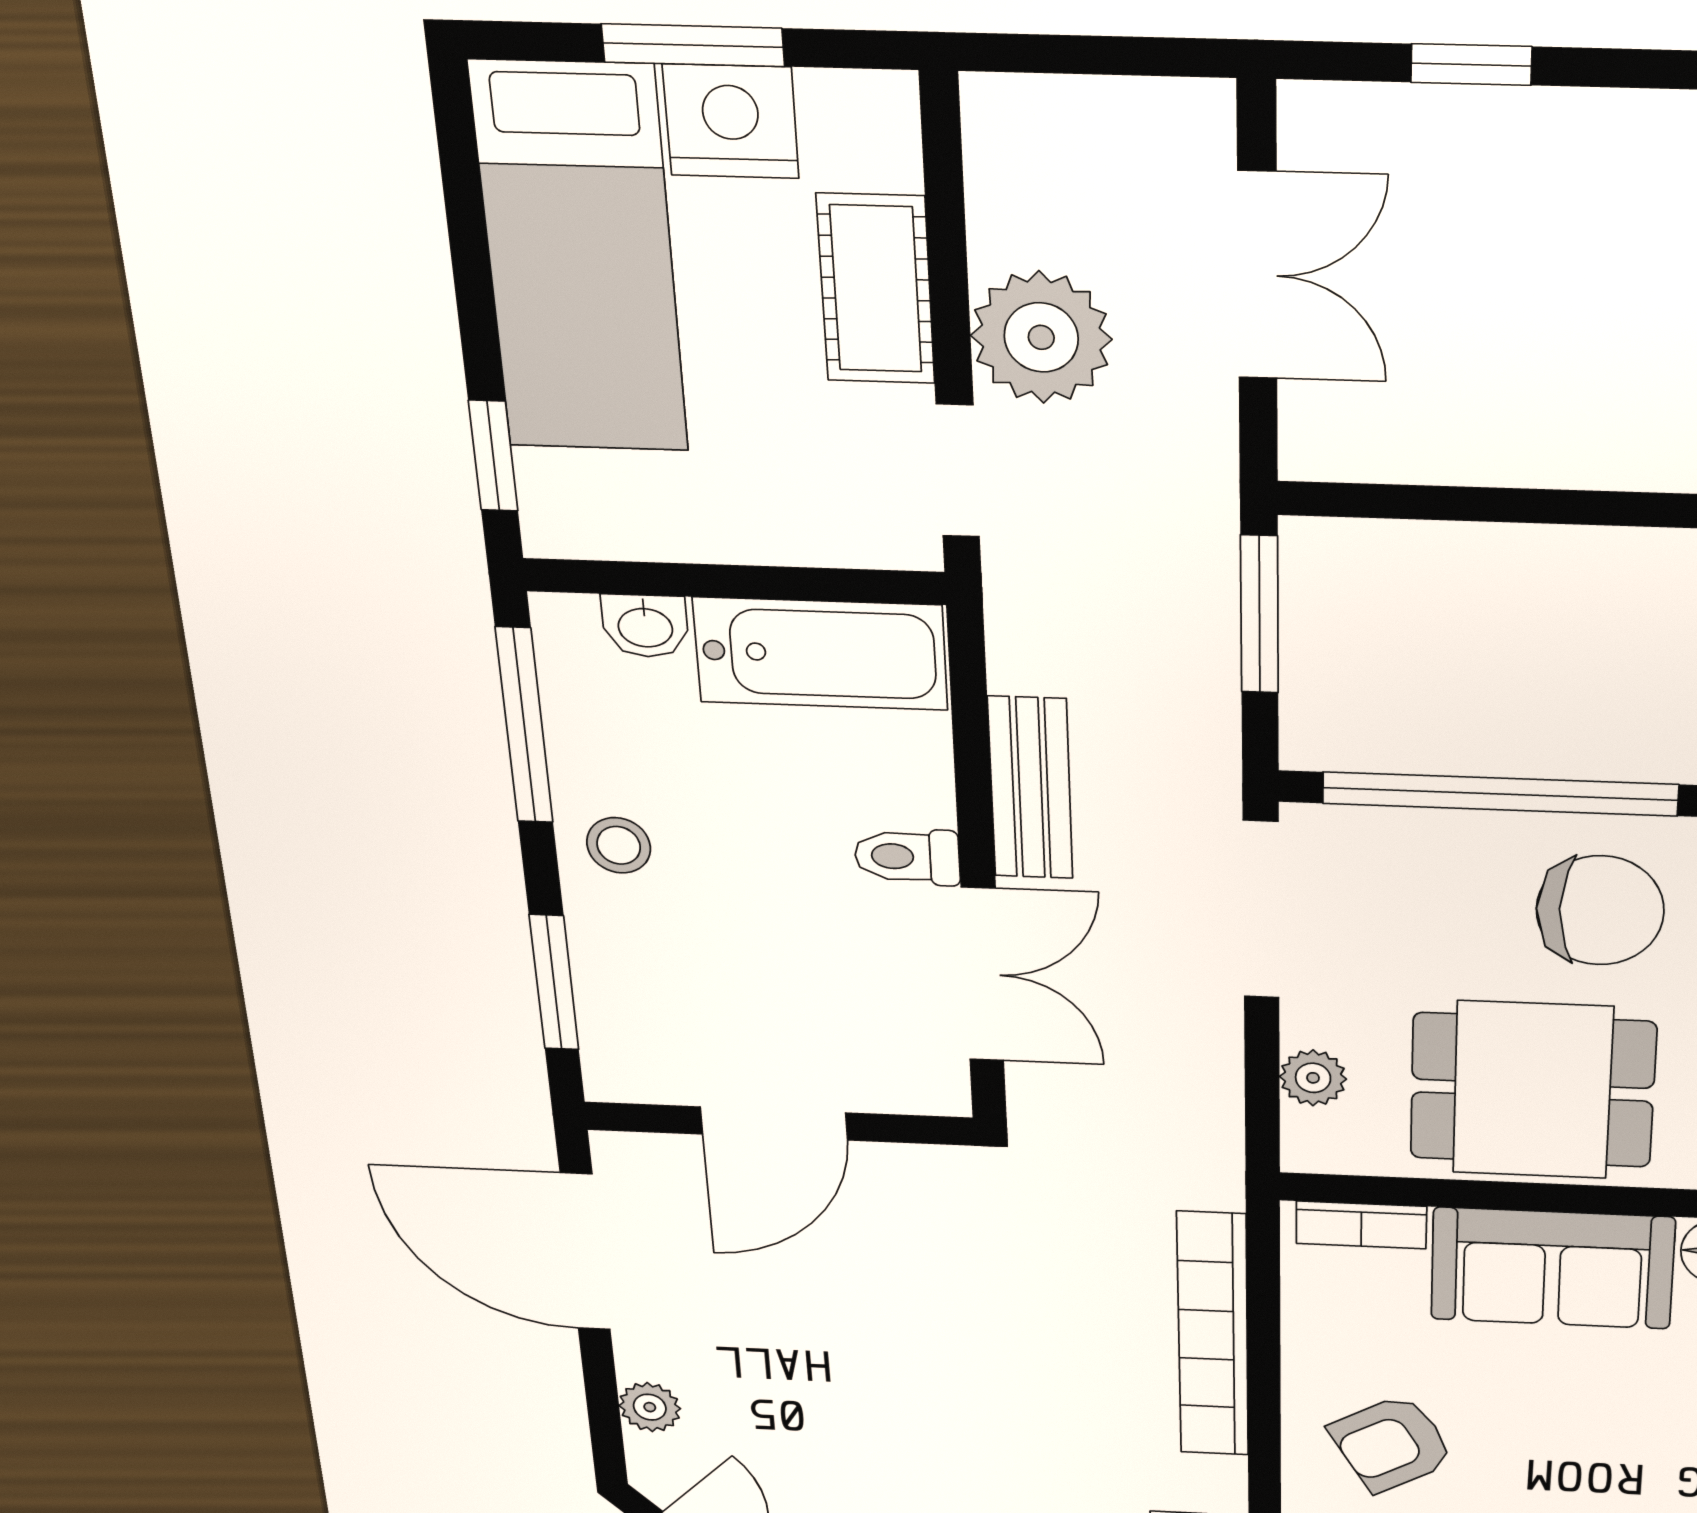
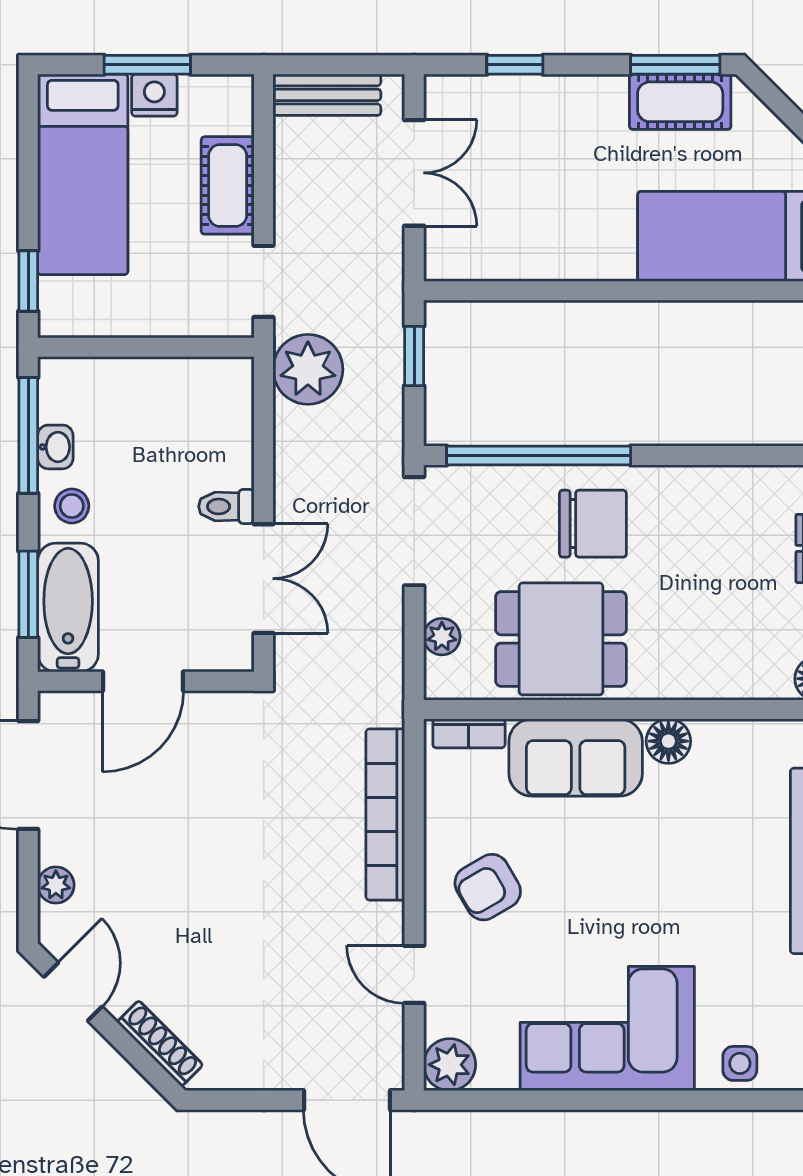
nightstand: (731, 121) -> (154, 95), width x0.74, depth x0.75
plant: (1041, 337) -> (308, 369), moved
window: (1259, 614) -> (414, 356), width x0.67
washbasin: (645, 626) -> (55, 447), moved, turned -90
bathtub: (820, 654) -> (68, 607), moved, turned -90
bench: (1030, 788) -> (327, 95), moved, turned 90

